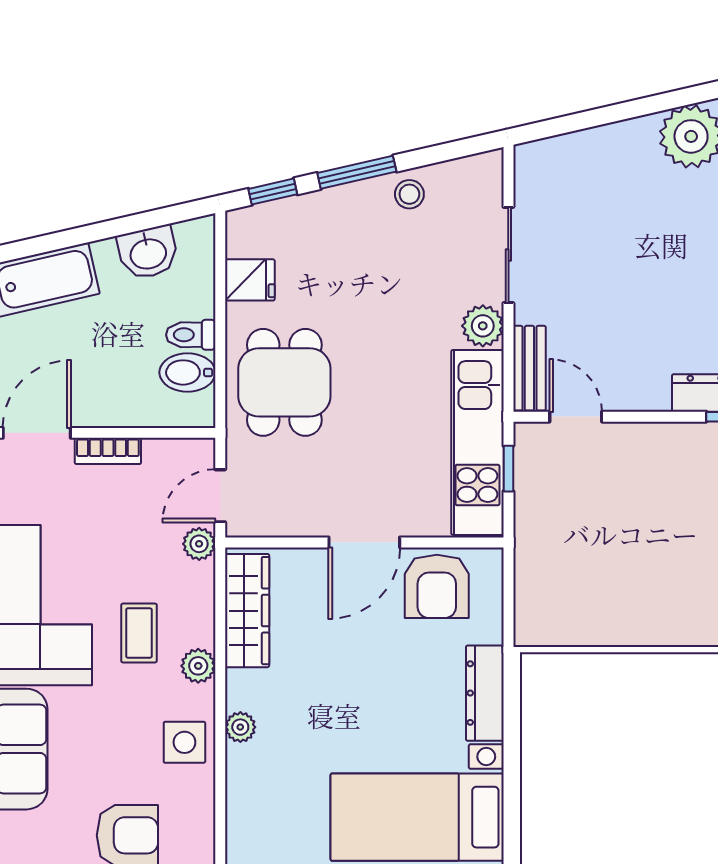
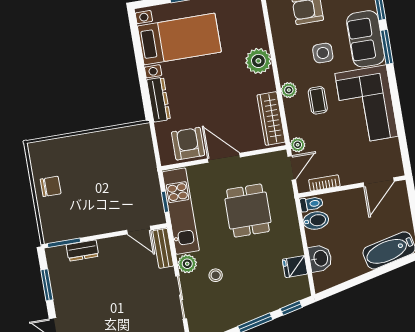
stool: (409, 194) -> (216, 275), moved
washbasin: (148, 253) -> (320, 258), moved, turned 103
toilet: (191, 335) -> (311, 204), moved
dining table: (284, 382) -> (248, 211), moved
bookcase: (108, 451) -> (324, 183), moved
door: (364, 542) -> (224, 158), hinge flipped
plant: (240, 727) -> (258, 61), width x1.87, depth x1.87
side table: (184, 742) -> (323, 53), moved

